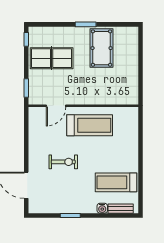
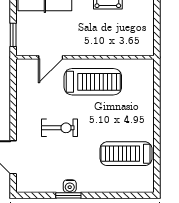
water cooler: (102, 208) -> (70, 186), moved
bench: (121, 209) -> (132, 187), removed

